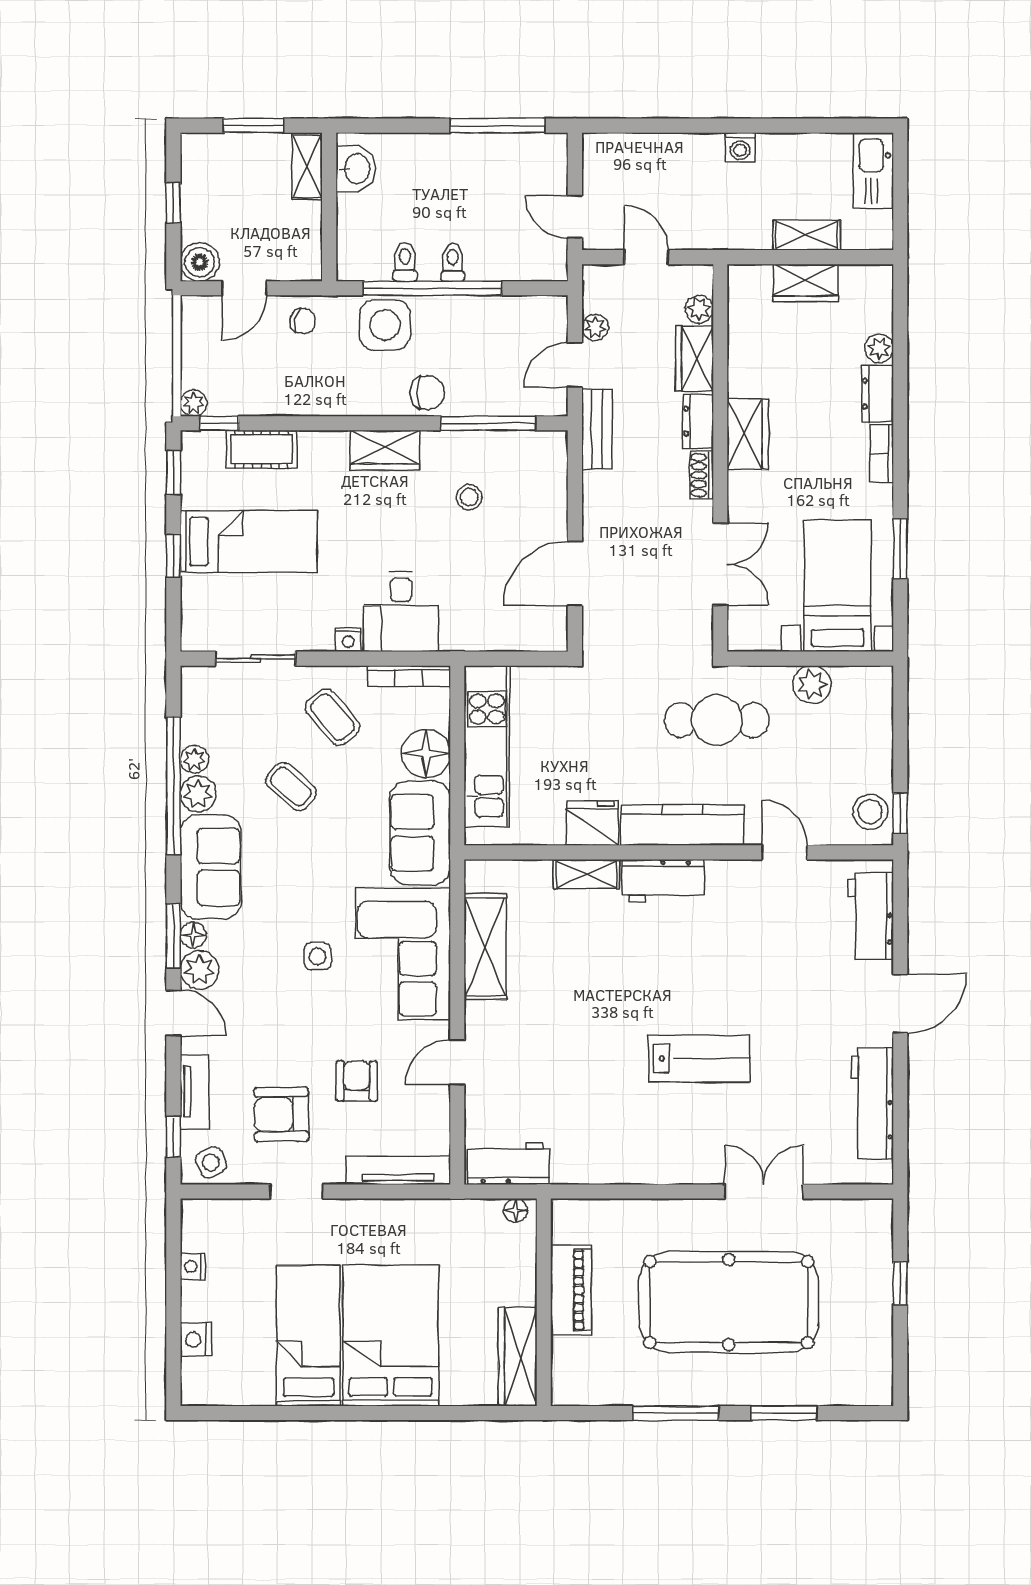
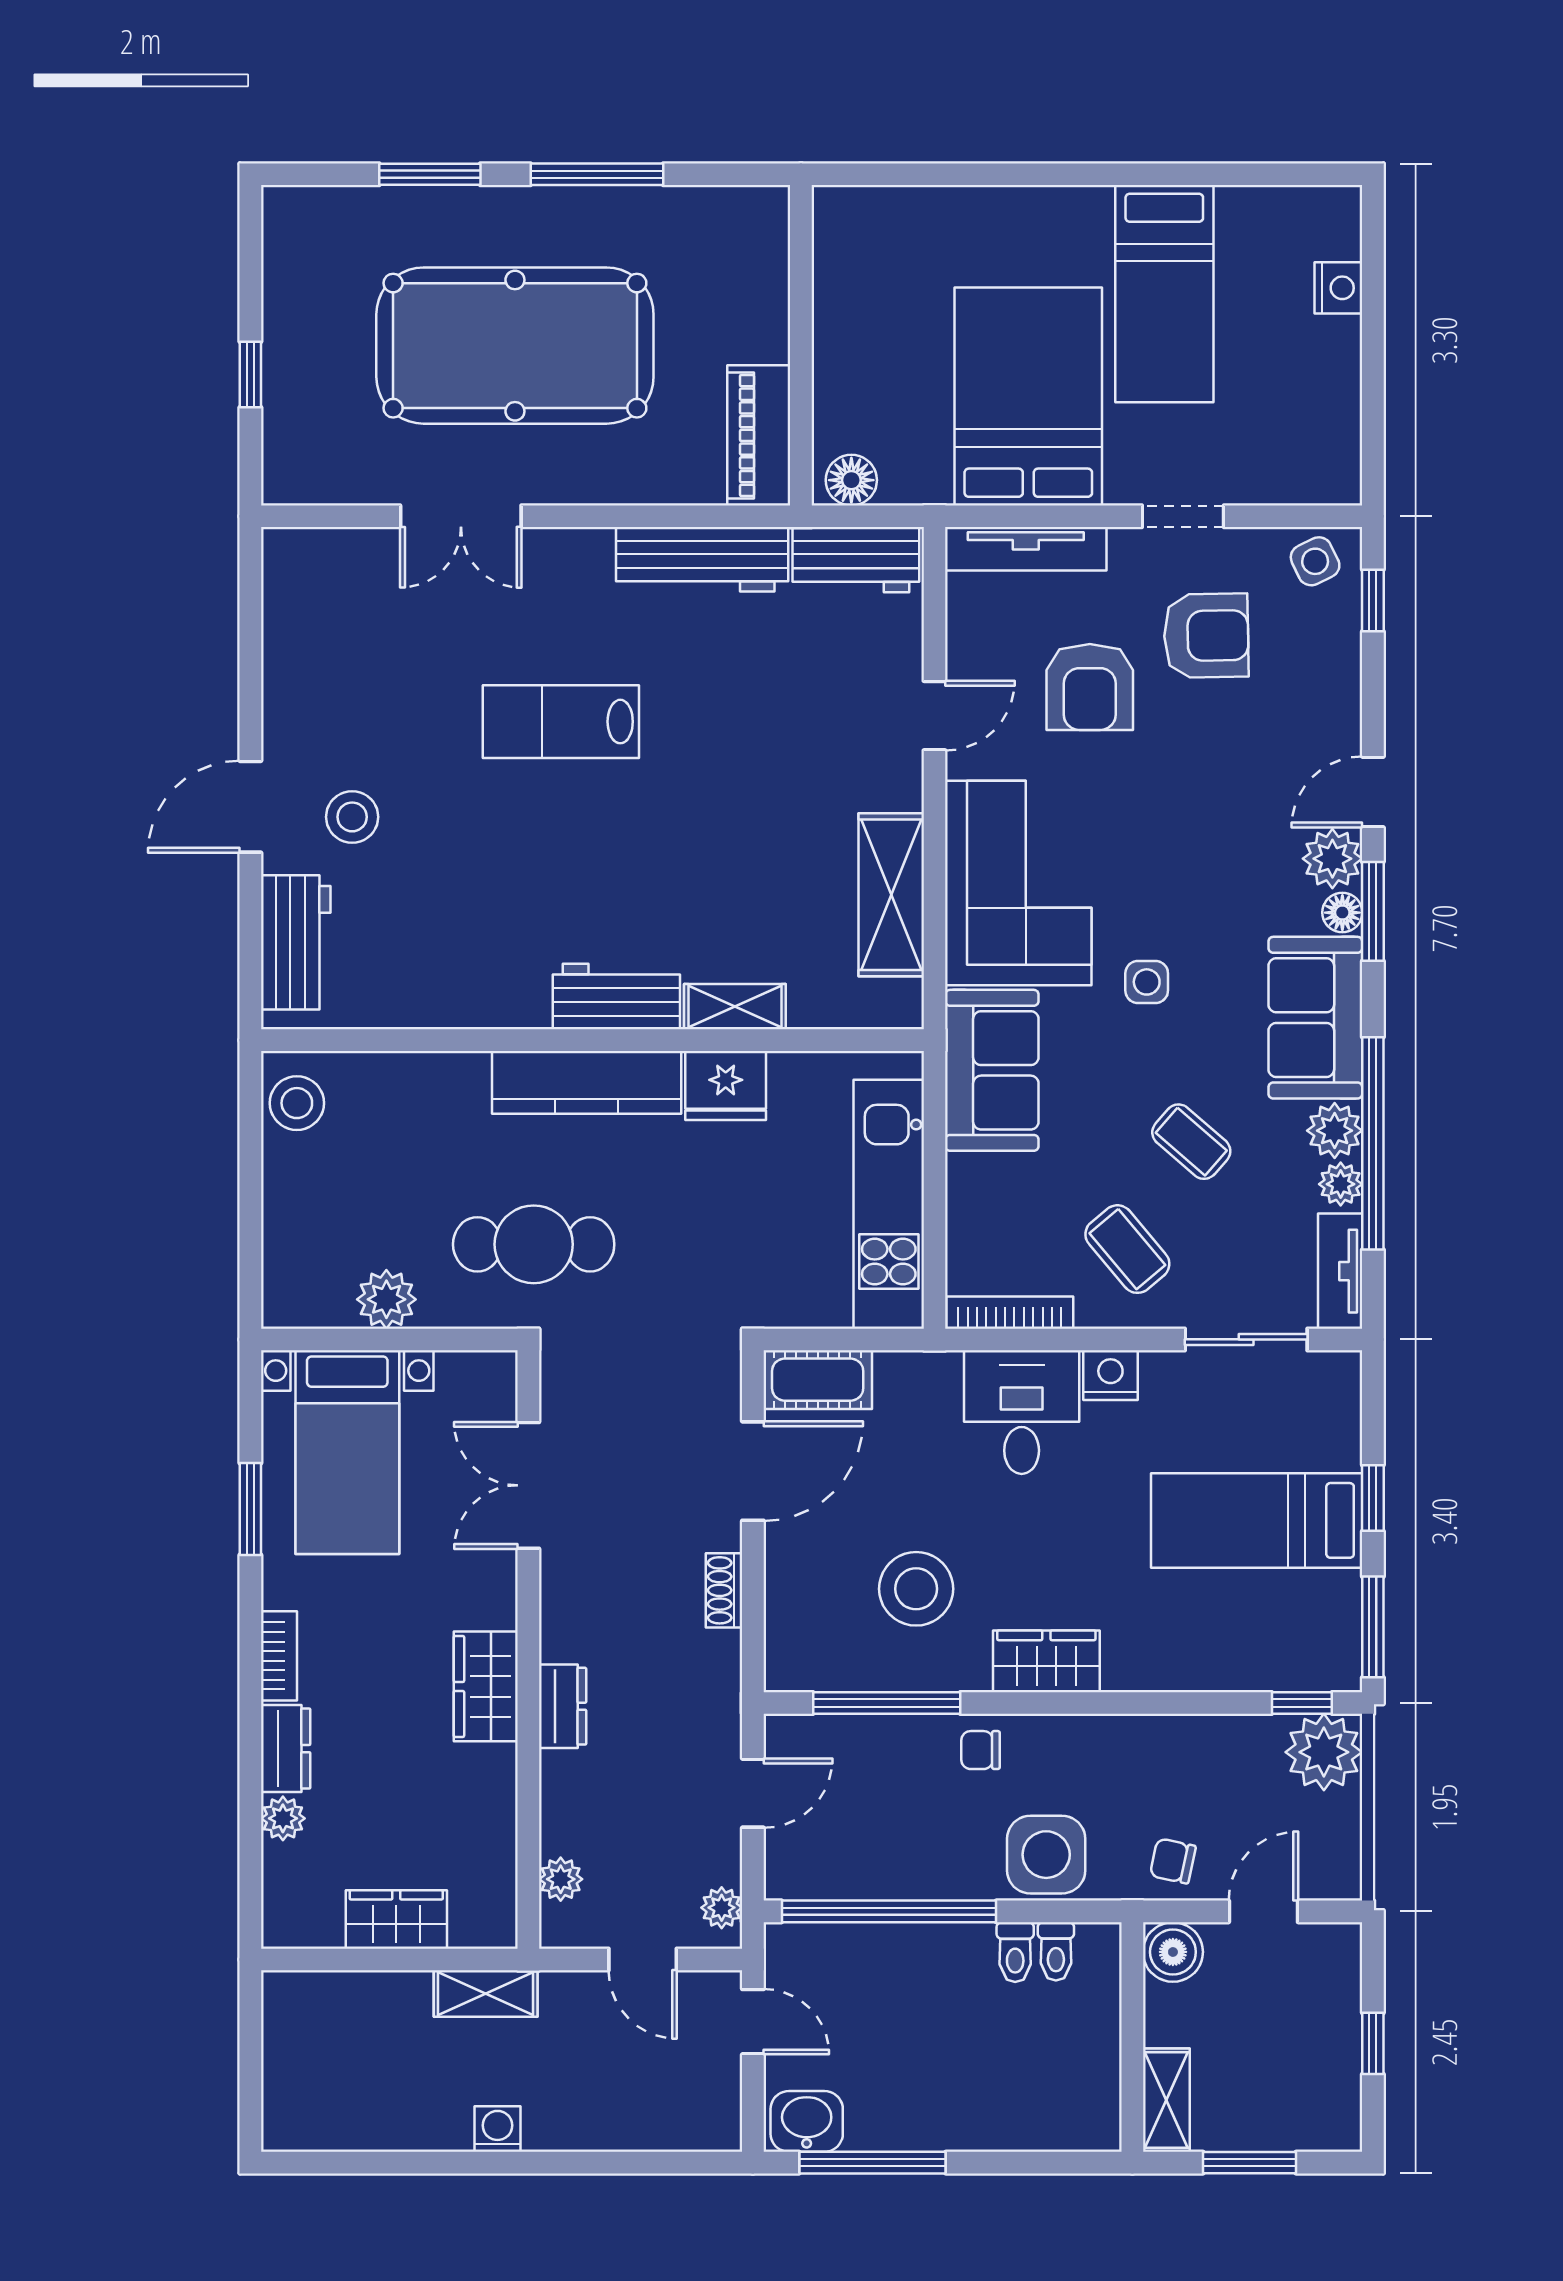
washbasin: (356, 169) -> (807, 2121), moved, turned 90
kitchen sink: (873, 170) -> (292, 2093), removed
shelving: (807, 235) -> (486, 1994), moved
boiler: (200, 262) -> (1173, 1952), moved
toilet: (453, 262) -> (1056, 1951), moved
window: (432, 288) -> (889, 1911), moved
plant: (595, 327) -> (722, 1908), moved
wardrobe: (694, 359) -> (568, 1803), removed
chair: (427, 393) -> (981, 1750), width x0.73, depth x0.73
plant: (194, 403) -> (1324, 1752), width x1.87, depth x1.87
bench: (597, 429) -> (719, 1694), removed
cot: (261, 449) -> (818, 1380), moved
window: (173, 472) -> (1373, 1627), width x1.50
shoe rack: (702, 475) -> (724, 1590), moved, turned 180
stool: (469, 497) -> (916, 1589), width x1.89, depth x1.89
nightstand: (348, 640) -> (1110, 1375), width x1.39, depth x1.35
floor lamp: (426, 753) -> (983, 1193), removed
window: (900, 813) -> (250, 1101), removed
door: (785, 852) -> (429, 1040), removed
side table: (318, 956) -> (1147, 982), moved
stool: (834, 997) -> (352, 817), added
door: (173, 1013) -> (1373, 792), hinge flipped
armchair: (357, 1081) -> (1090, 687), width x1.38, depth x1.38
tv unit: (195, 1092) -> (1340, 1271), moved
workbench: (872, 1103) -> (702, 559), moved, turned 90
floor lamp: (516, 1210) -> (851, 480), width x1.37, depth x1.37
nightstand: (193, 1266) -> (1343, 401), removed
piano: (571, 1290) -> (759, 435), moved
bed: (391, 1335) -> (1028, 396), moved, turned 180
wardrobe: (518, 1357) -> (841, 261), removed

